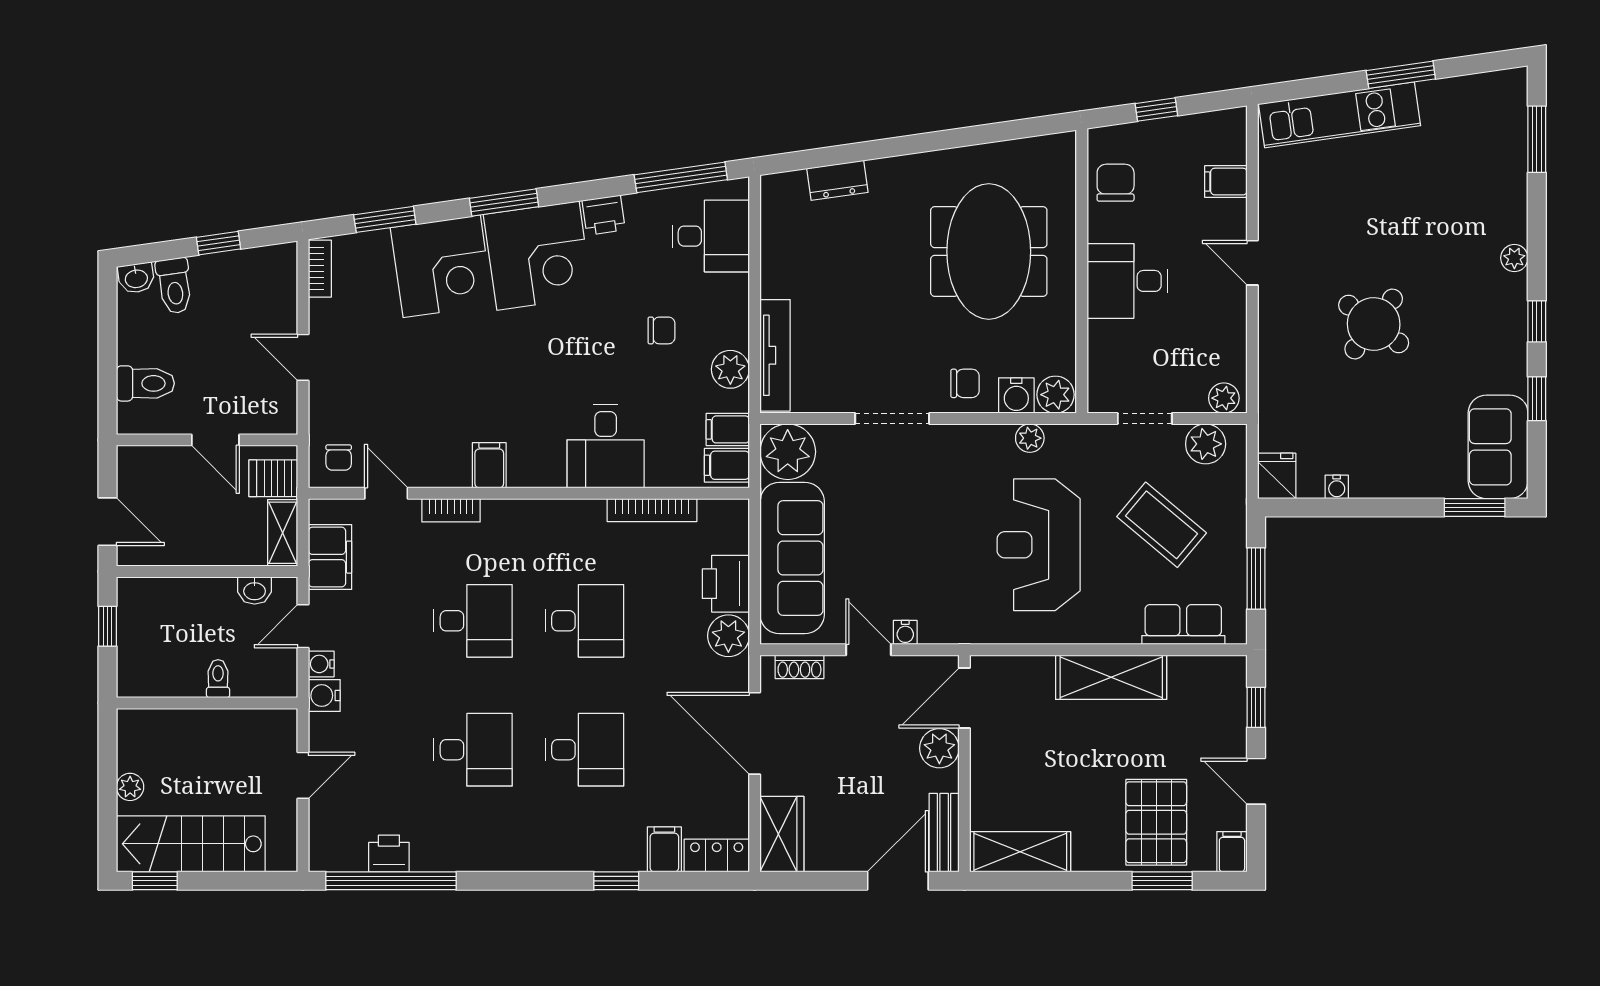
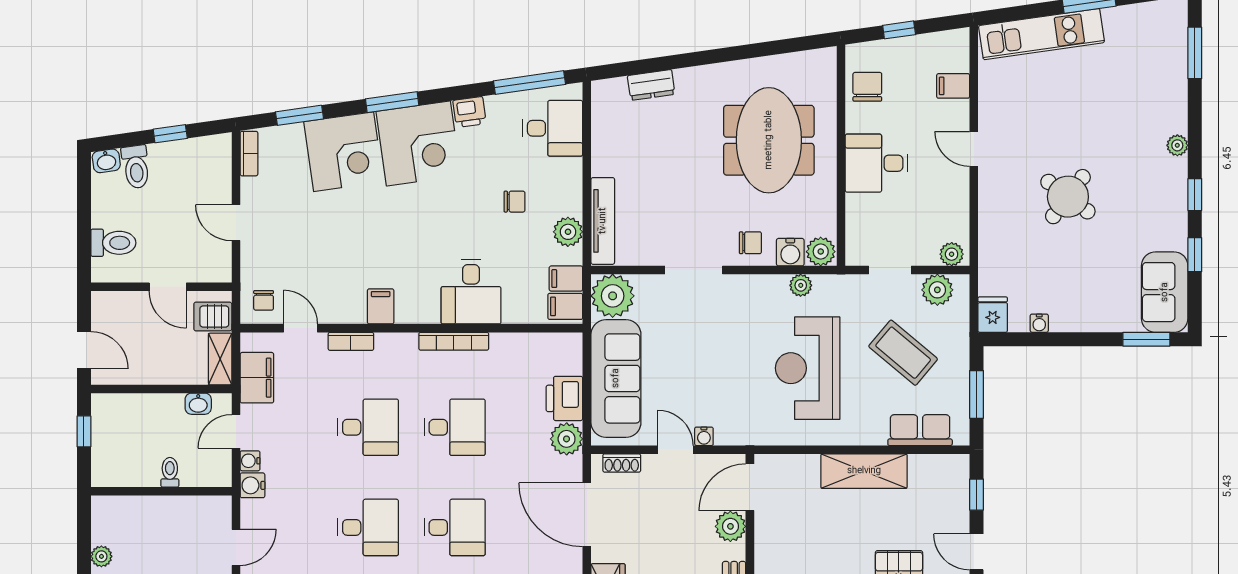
bookcase: (652, 510) -> (454, 341), moved

